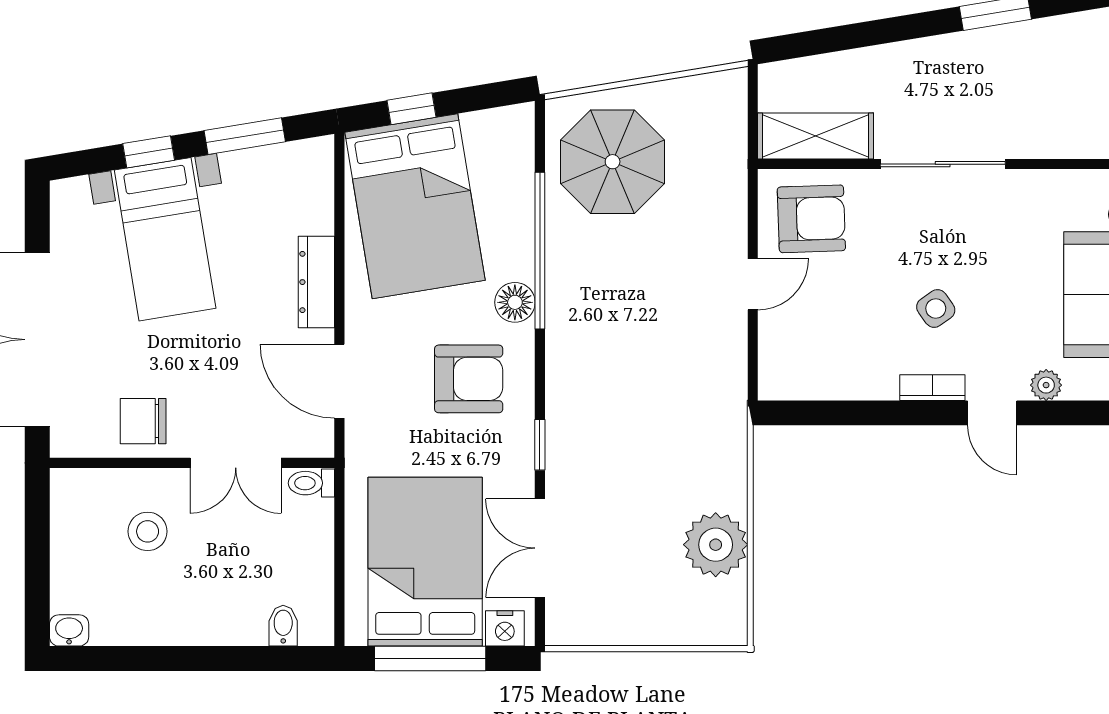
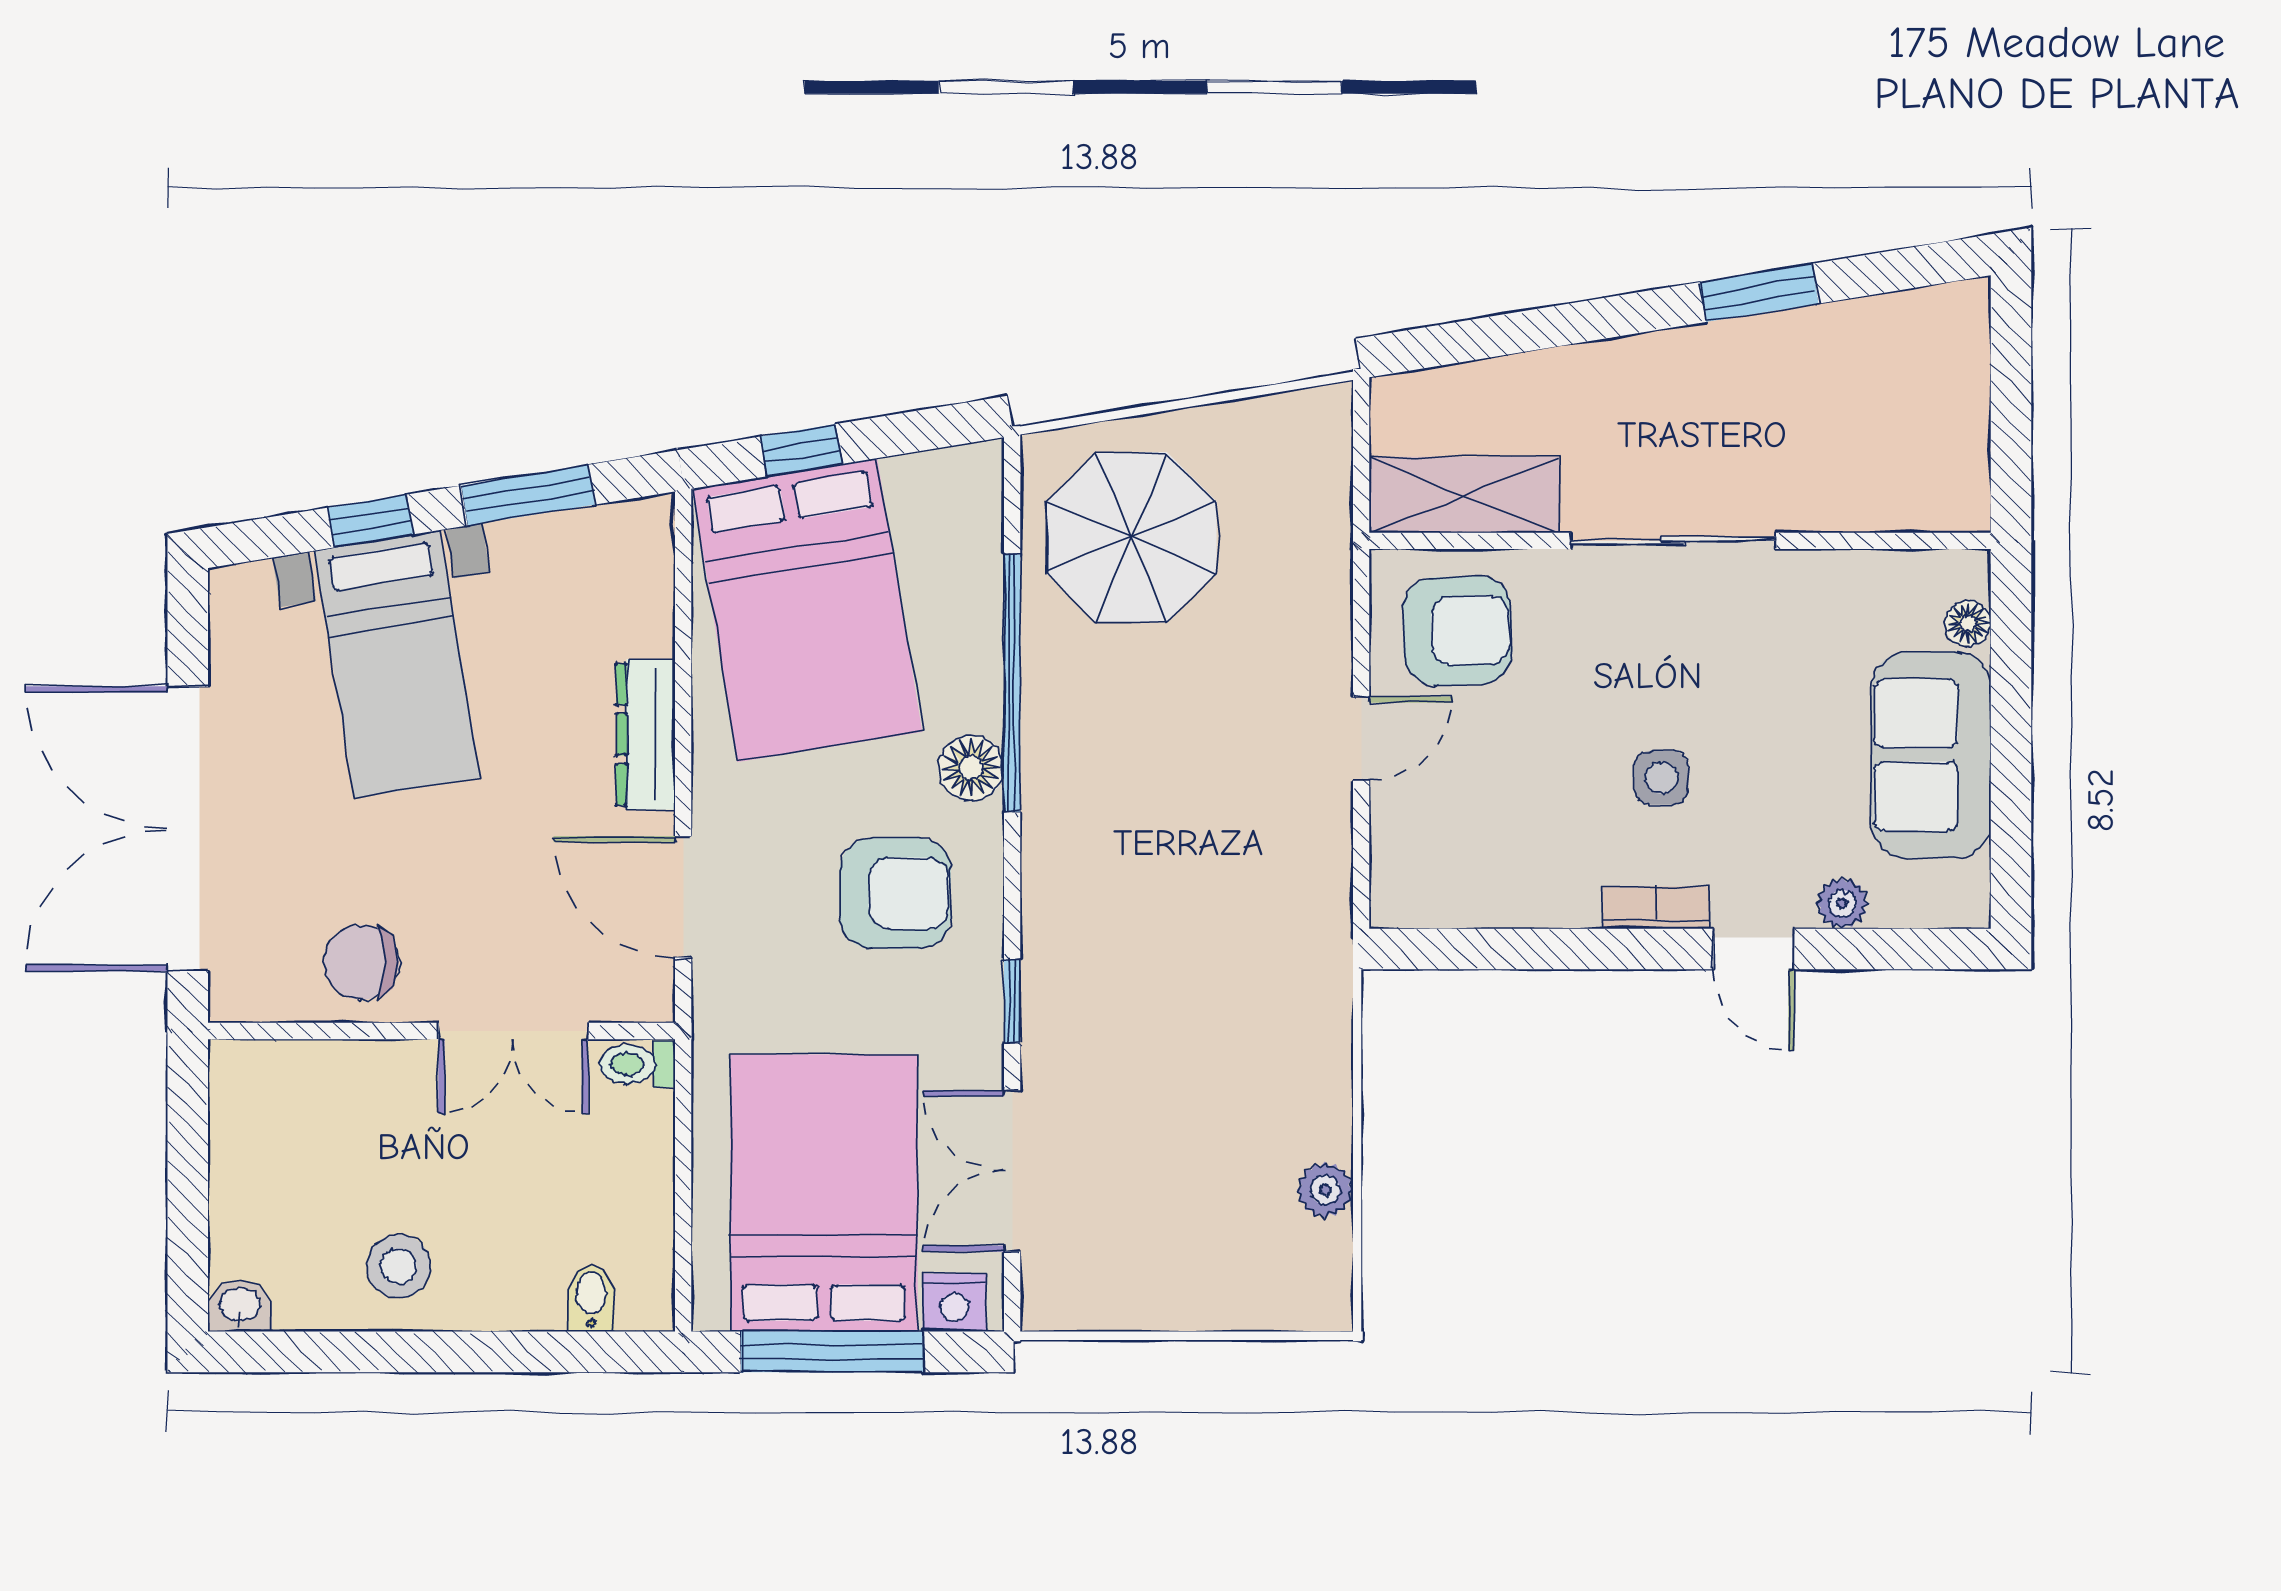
side table: (936, 309) -> (1661, 778), turned 35
stool: (148, 531) -> (399, 1266), moved
plant: (716, 545) -> (1325, 1190), width x0.53, depth x0.53

